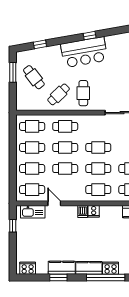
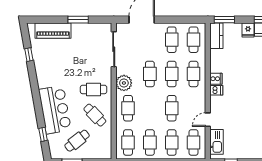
window: (90, 36) -> (29, 55), moved
bar counter: (84, 52) -> (55, 110), moved
plant: (90, 122) -> (124, 83), added
cafe table: (65, 147) -> (150, 108), removed

